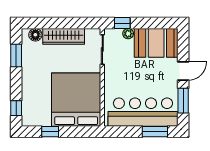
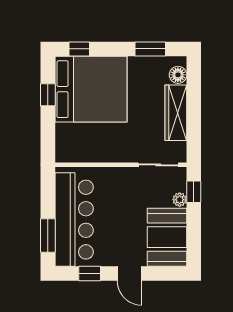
bed: (76, 100) -> (91, 89), moved
window: (183, 101) -> (90, 274), width x0.67

